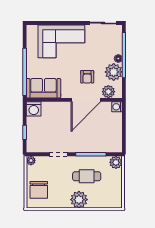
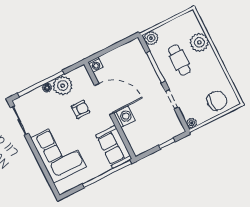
plant: (108, 92) -> (85, 81), removed
washing machine: (34, 109) -> (124, 117), moved
plant: (79, 200) -> (199, 42), moved

